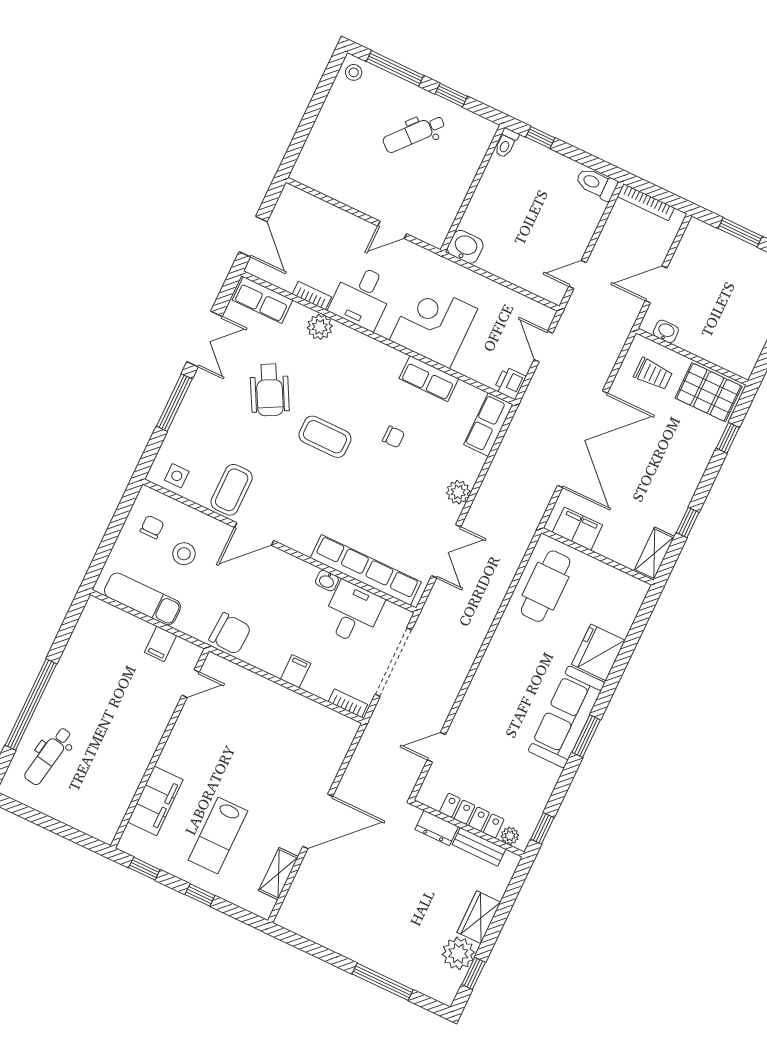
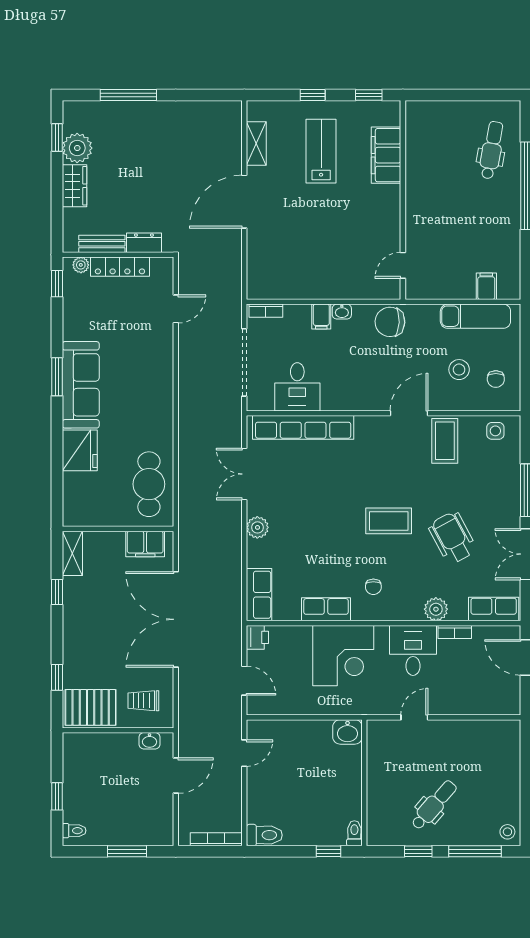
chair: (394, 437) -> (373, 587), moved, turned -90
washbasin: (327, 581) -> (342, 312), moved, turned 180
filing cabinet: (161, 644) -> (486, 286), moved

